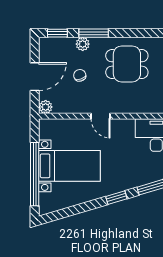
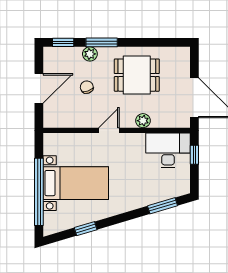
plant: (46, 107) -> (143, 121), moved
door: (101, 116) -> (109, 130), swing flipped
window: (116, 198) -> (86, 229), moved

